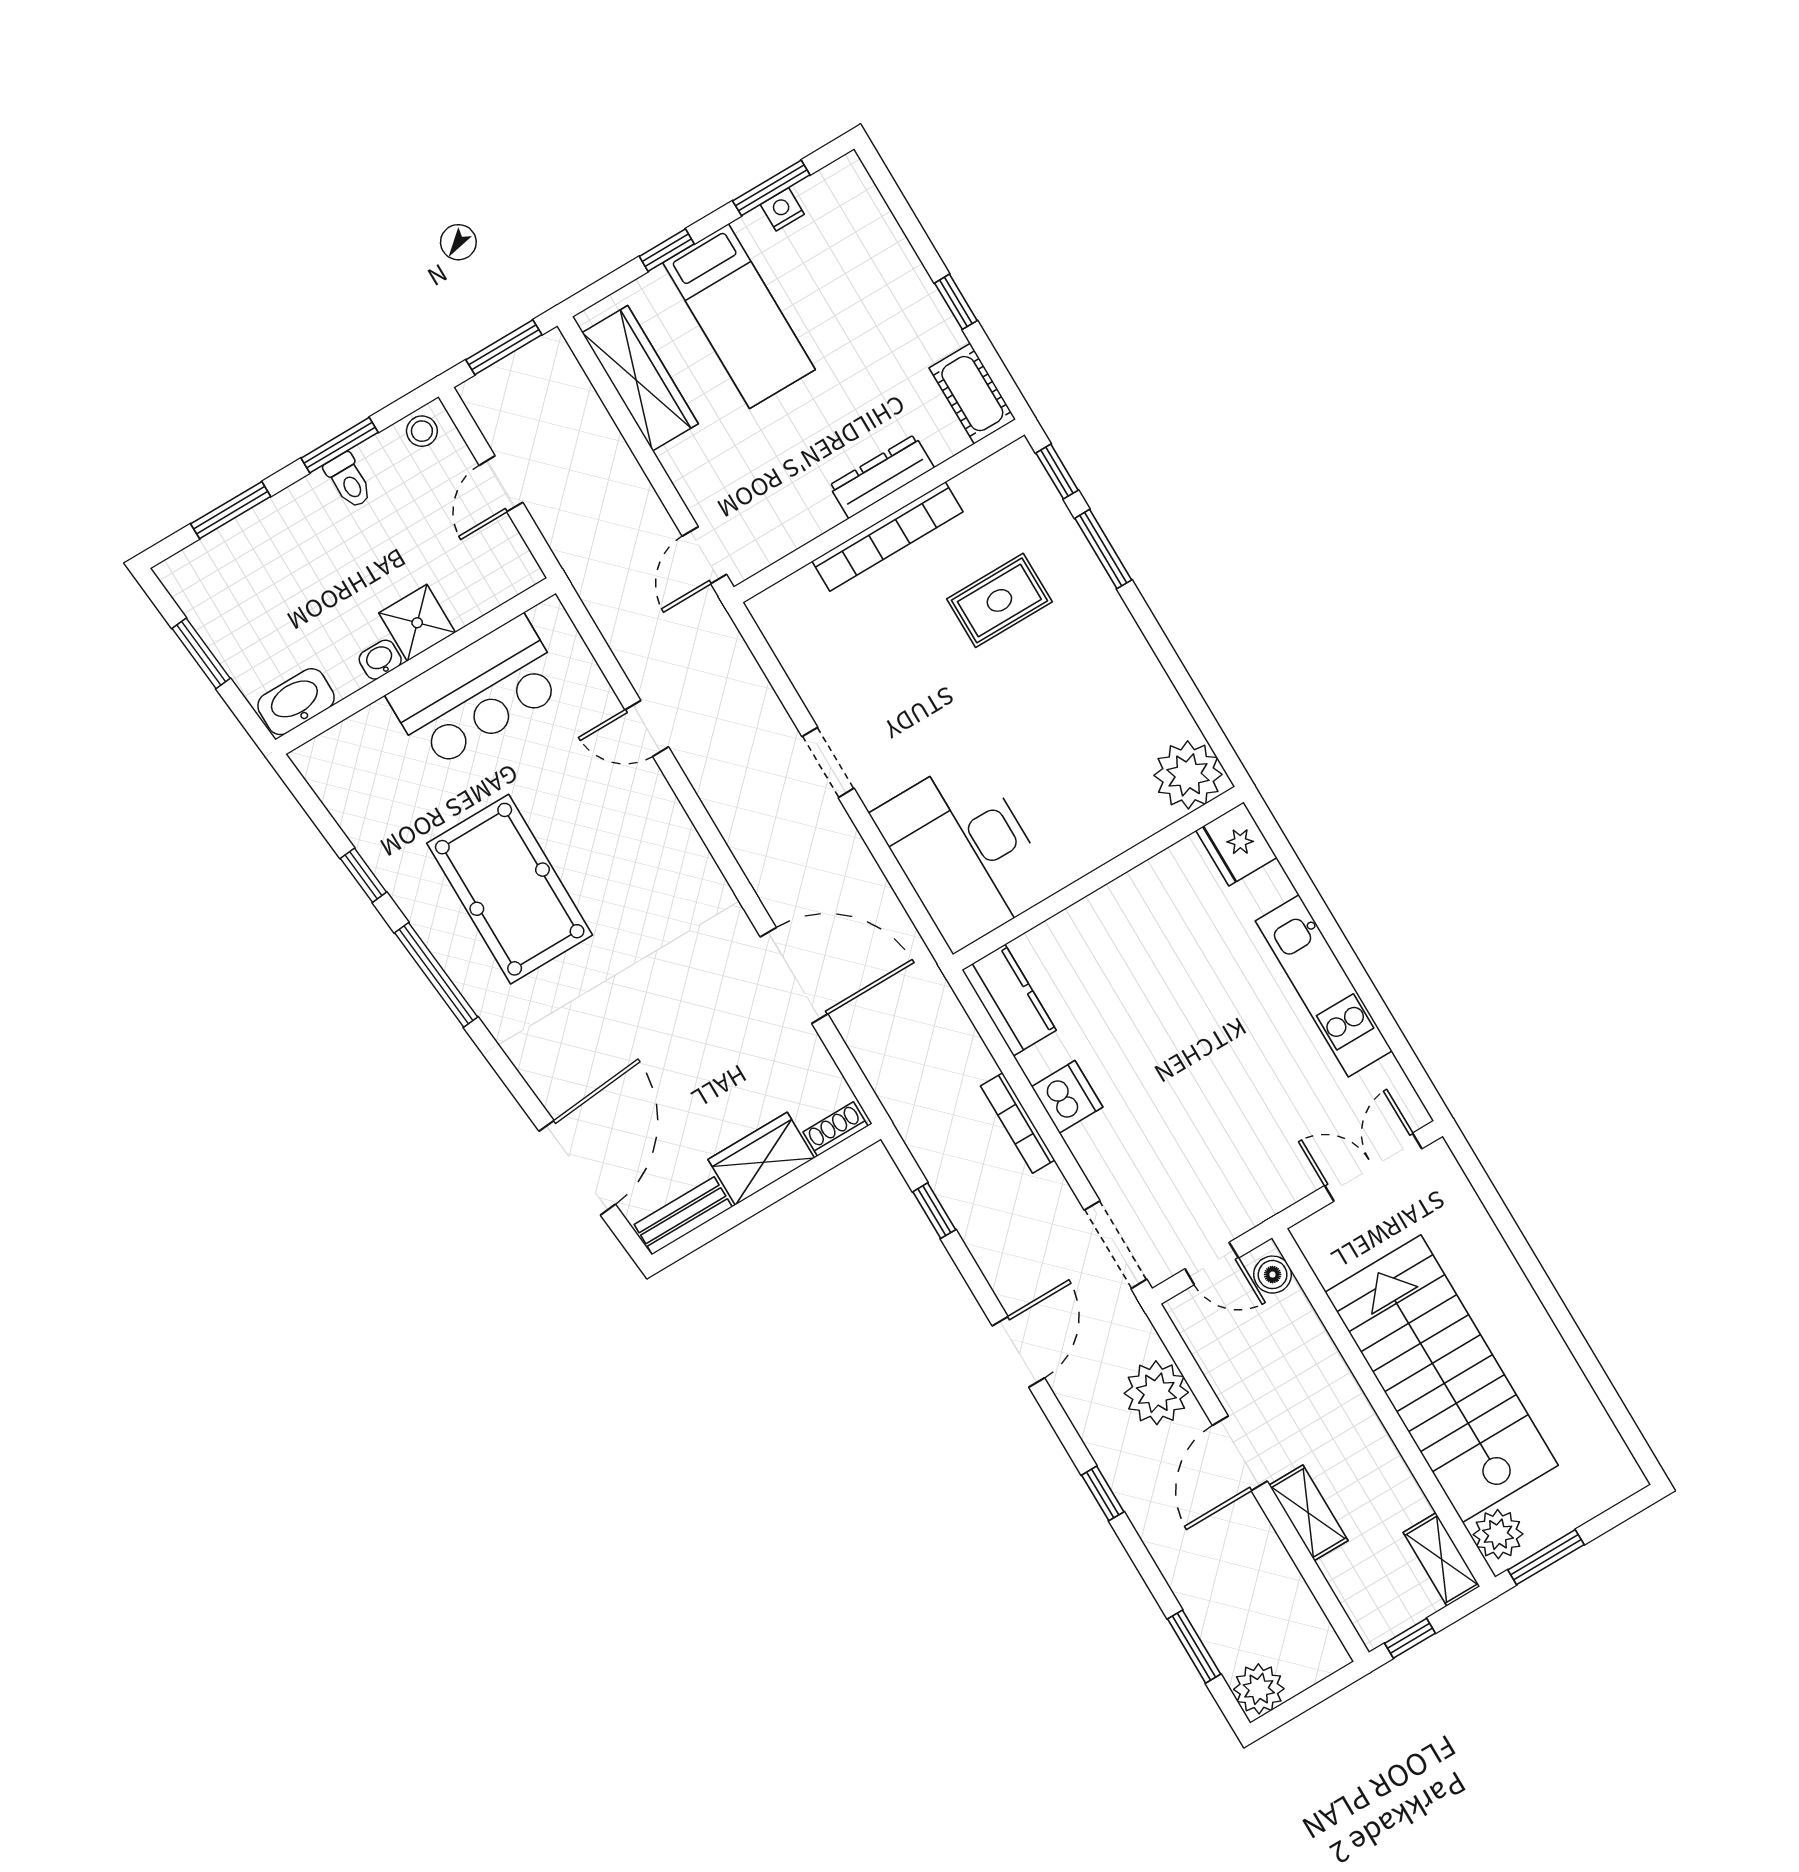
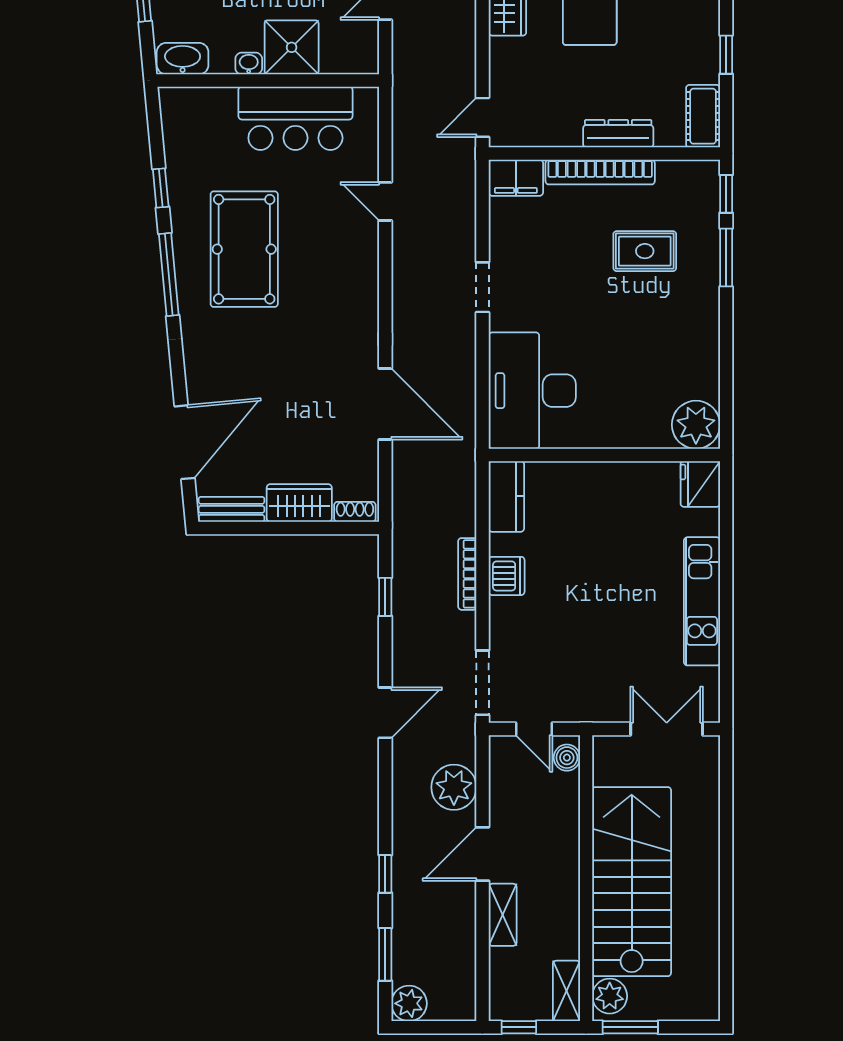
filing cabinet: (789, 605) -> (516, 178), added
shower: (417, 623) -> (292, 47), width x1.36, depth x1.36
window: (1103, 1493) -> (385, 874), moved

